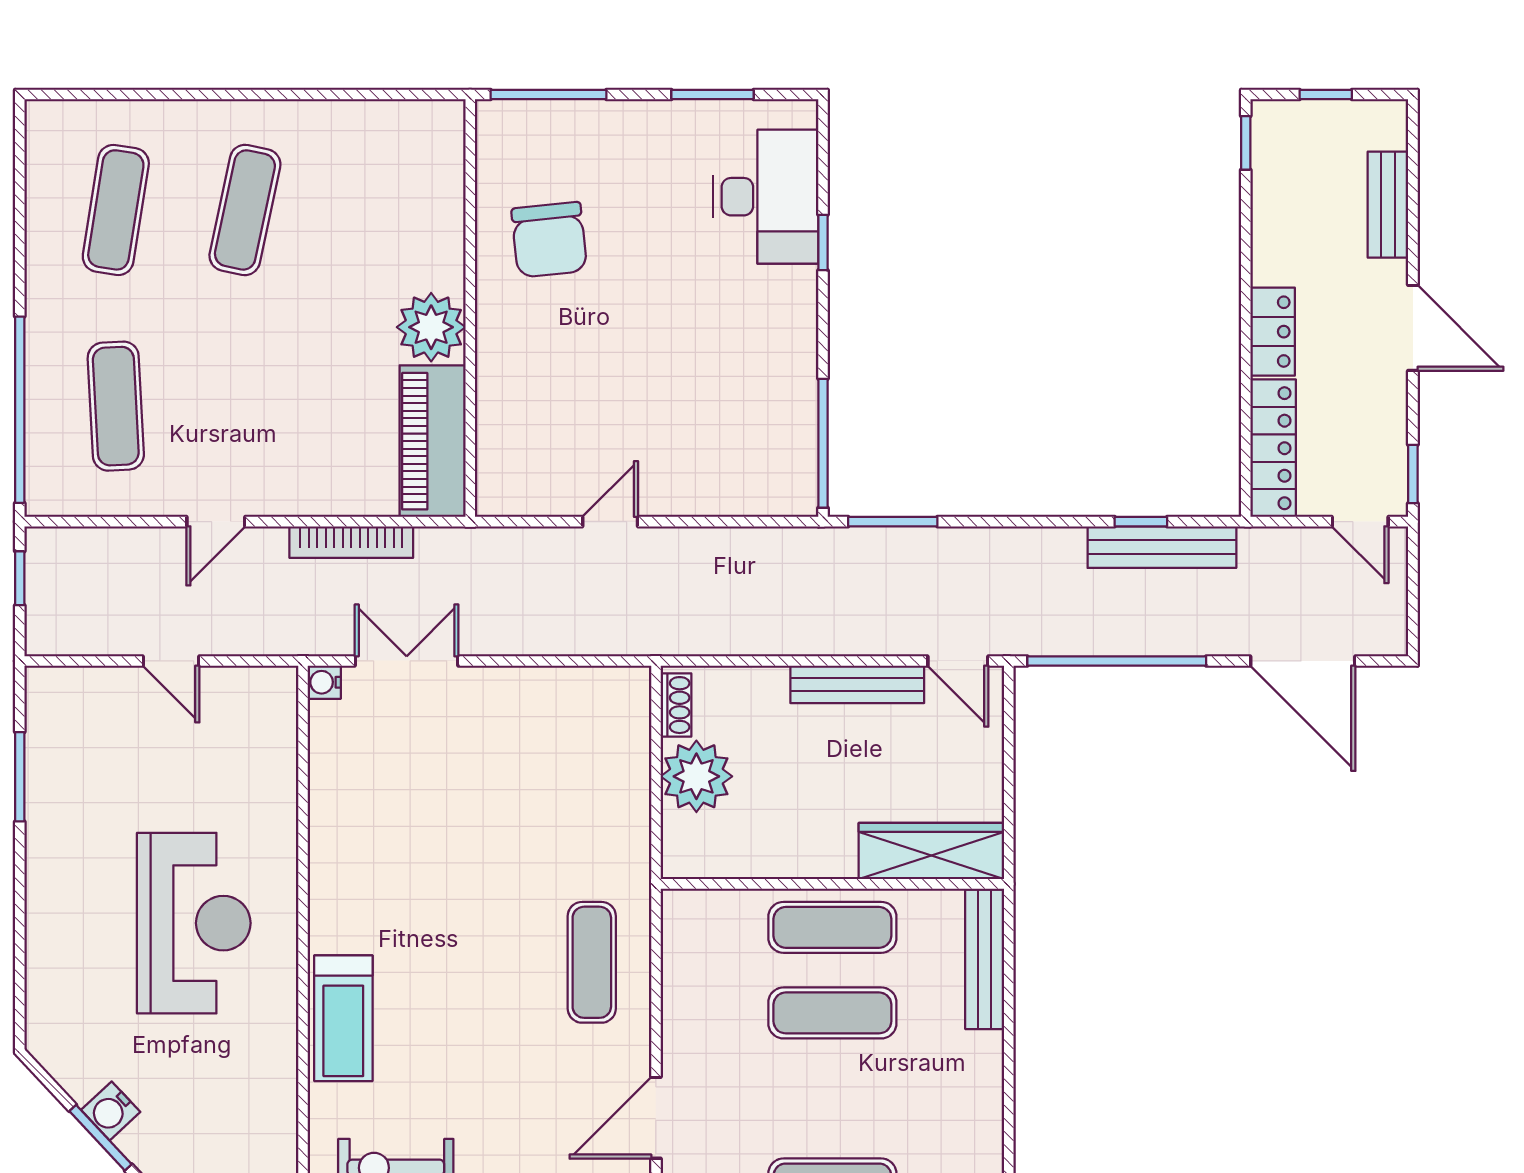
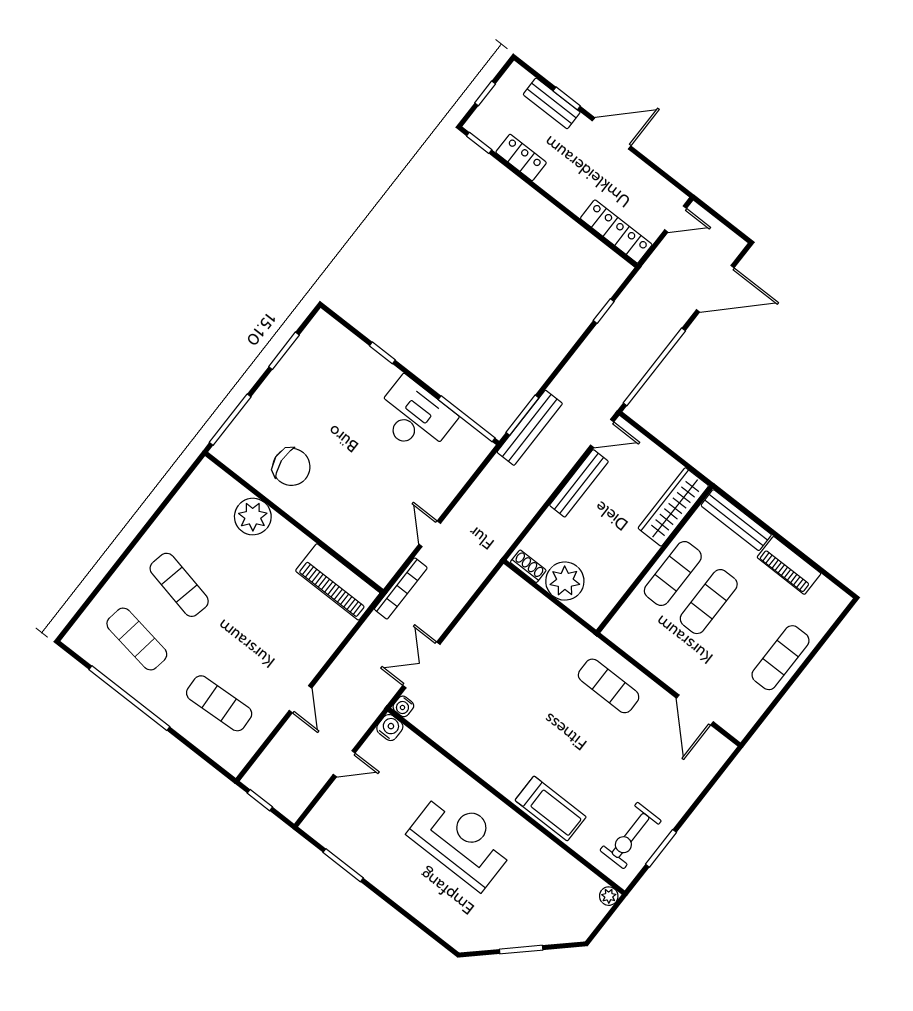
desk: (766, 197) -> (414, 417), moved
plant: (431, 327) -> (253, 517), moved
locker: (1273, 332) -> (521, 157), moved
window: (20, 410) -> (129, 698), moved
window: (1413, 474) -> (567, 98), moved
bookcase: (351, 542) -> (401, 588), moved
bench: (1162, 547) -> (530, 428), moved
piano: (979, 1090) -> (789, 565), added
water cooler: (111, 1111) -> (390, 728), moved, turned -137

